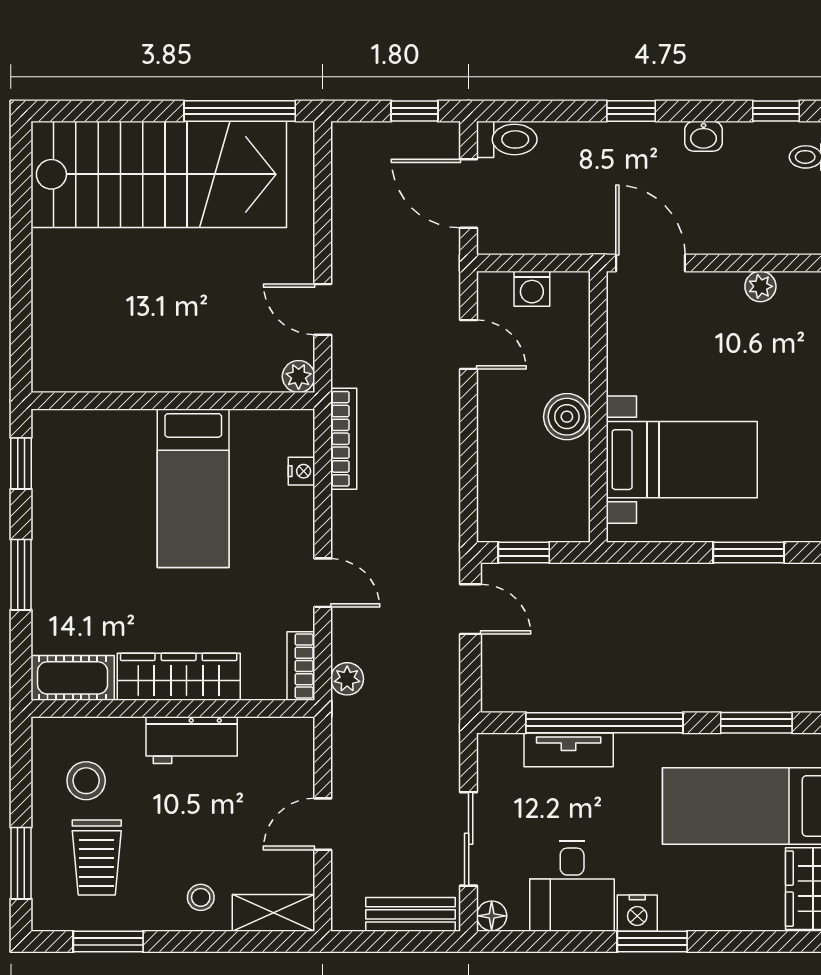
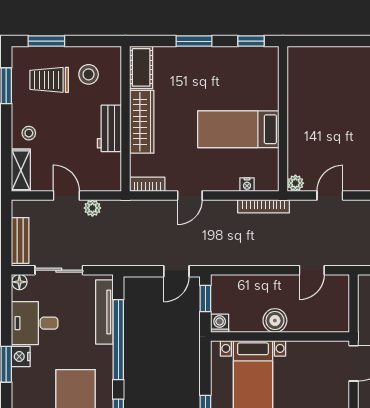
washing machine: (532, 289) -> (220, 323), moved, turned 90
plant: (347, 679) -> (92, 208), moved
tv unit: (569, 750) -> (104, 312), width x1.41

